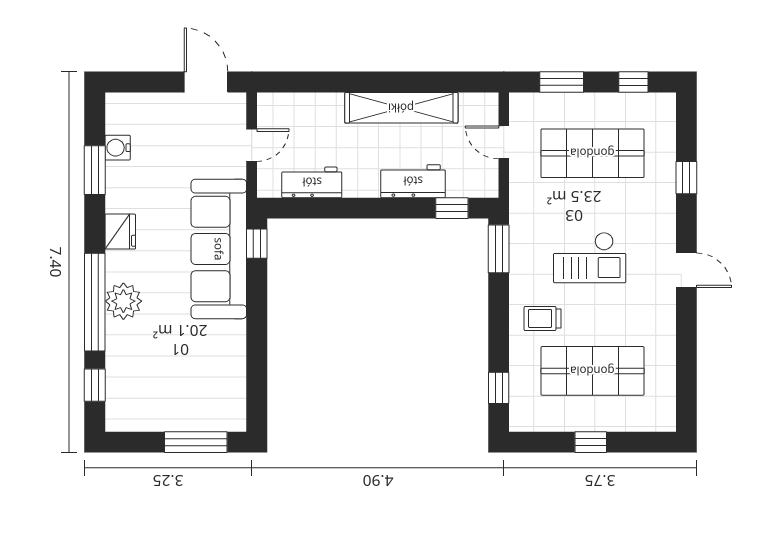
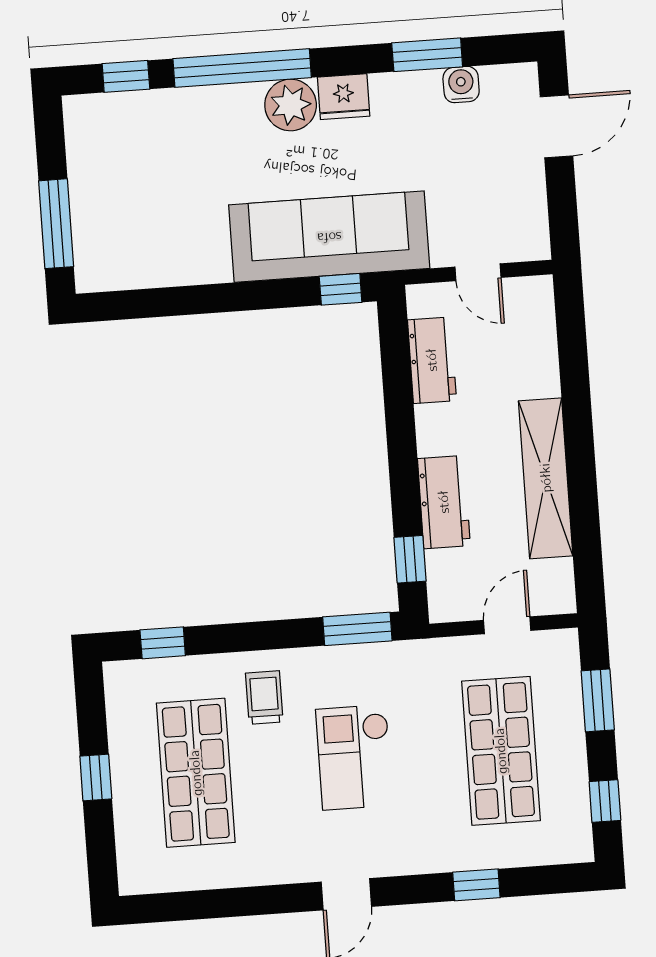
door: (206, 82) -> (557, 126), moved
plant: (123, 301) -> (291, 105), moved

